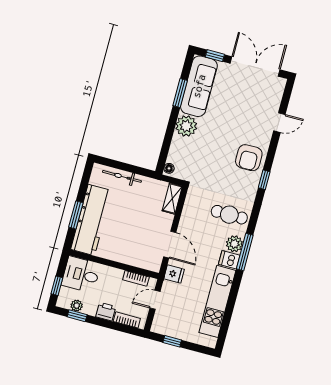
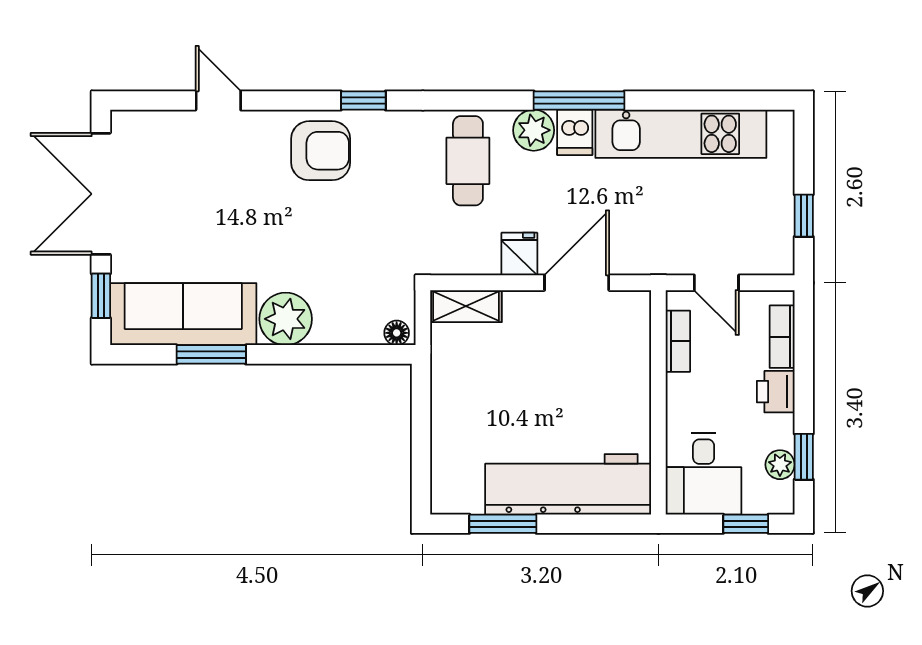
bicycle: (122, 176) -> (446, 439), removed
window: (76, 215) -> (503, 524), moved
window: (245, 252) -> (579, 101), moved
fridge: (174, 274) -> (519, 254), moved

